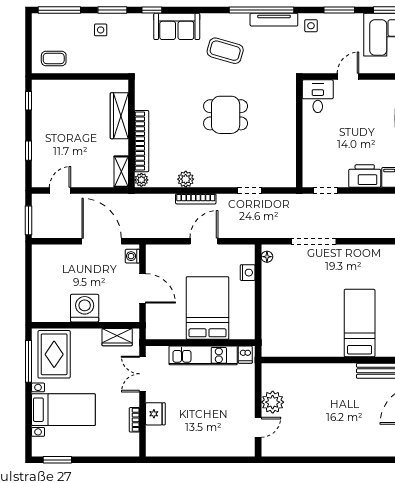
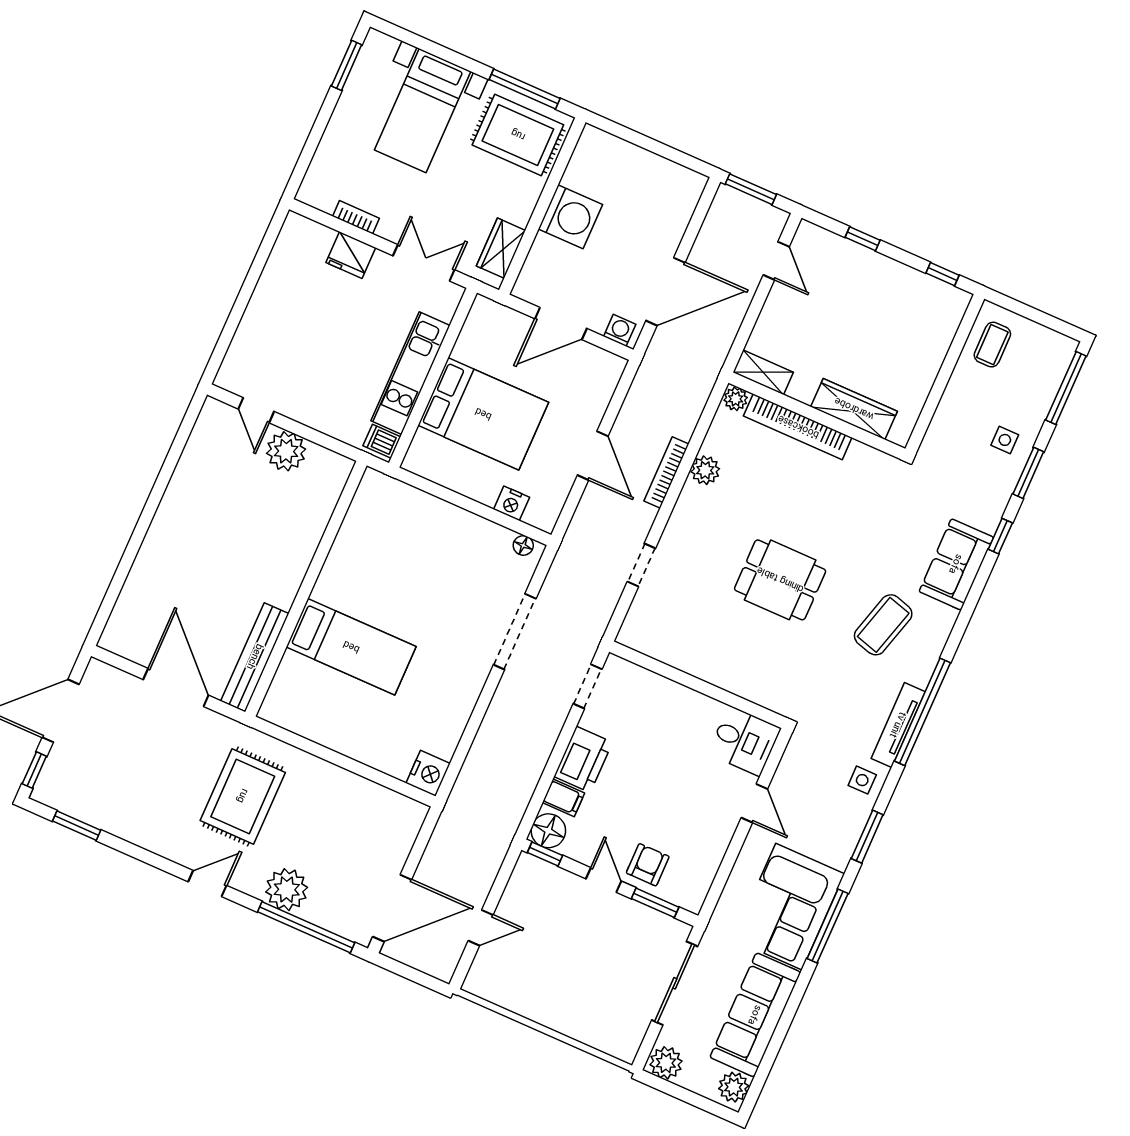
dining table: (226, 115) -> (780, 580), turned 90

